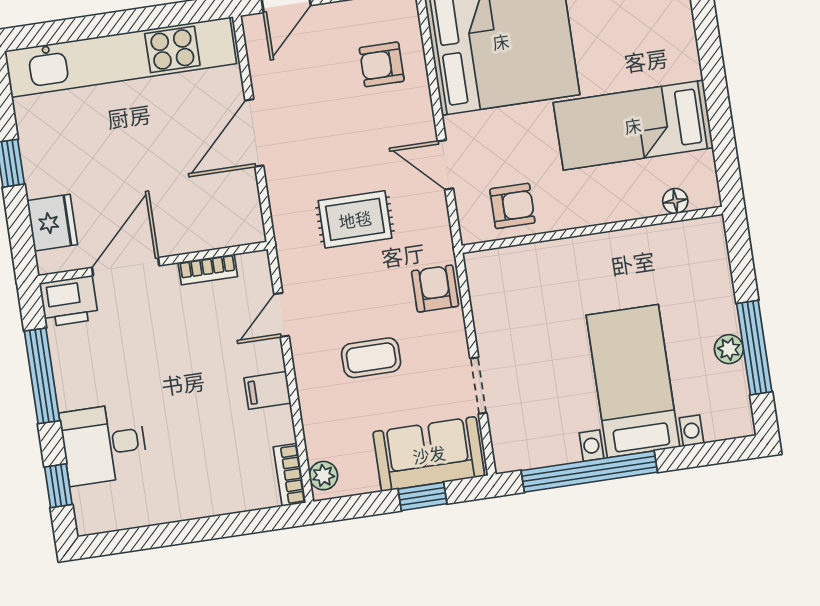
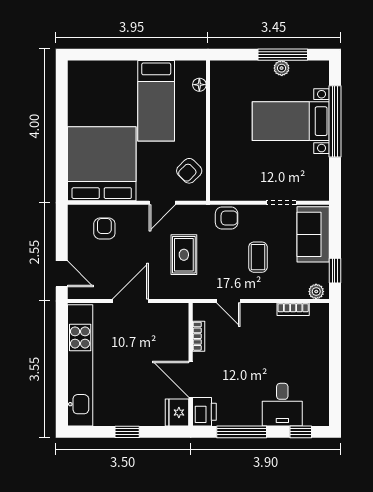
armchair: (382, 64) -> (104, 229), turned 180
door: (254, 133) -> (130, 301), swing flipped
armchair: (512, 206) -> (189, 171), turned -135
fridge: (52, 223) -> (177, 412), moved, turned -90
armchair: (435, 289) -> (227, 218), turned 180
filing cabinet: (267, 390) -> (267, 314), removed
window: (589, 471) -> (335, 121), moved
bookcase: (290, 475) -> (293, 309), moved
window: (422, 496) -> (335, 271), moved

